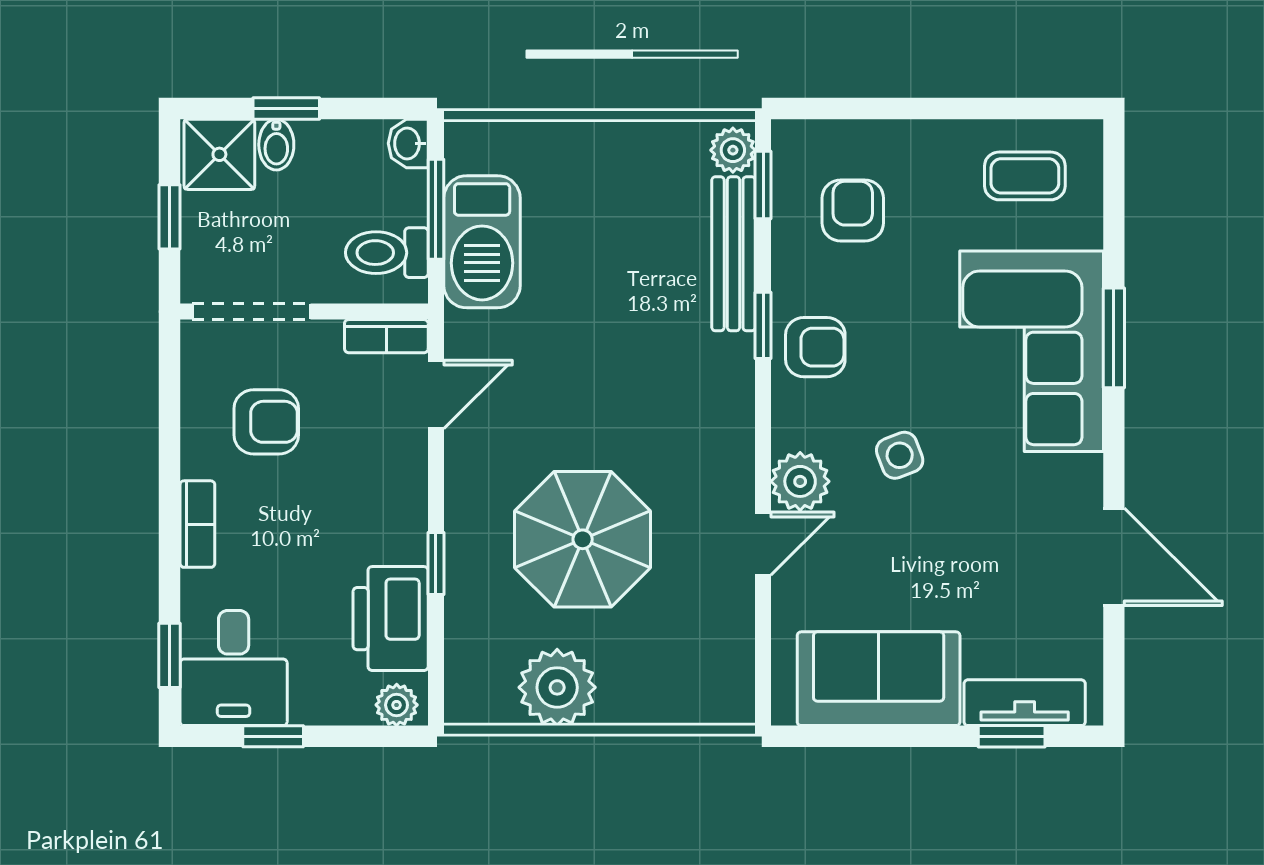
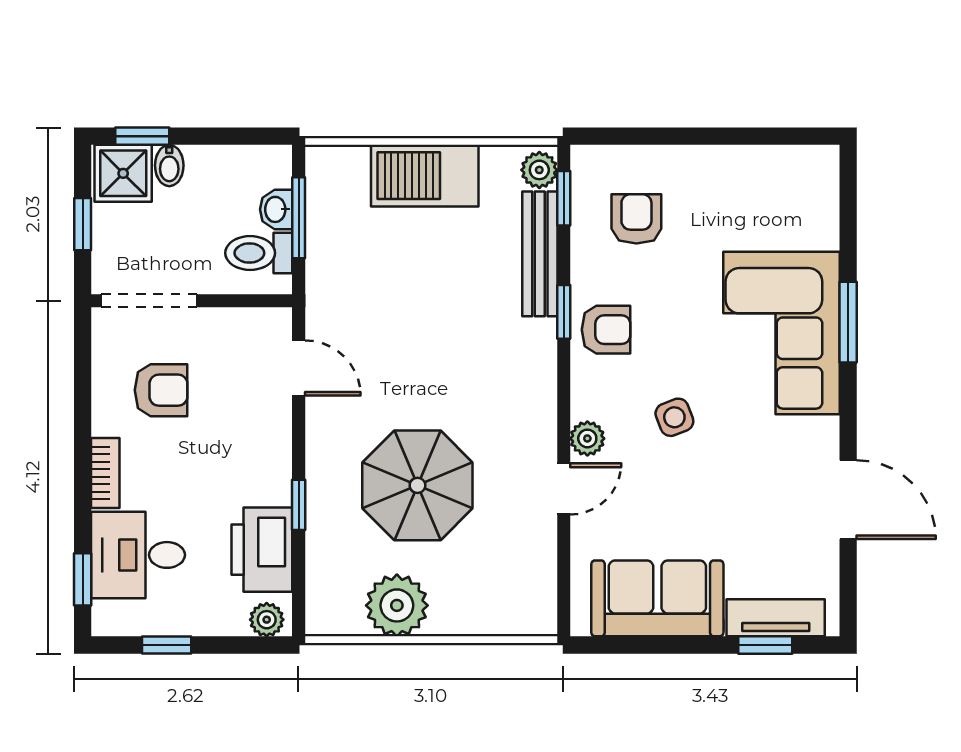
window: (286, 108) -> (142, 136), moved
washbasin: (408, 143) -> (276, 209), moved
coffee table: (1025, 176) -> (776, 191), removed
barbecue: (482, 242) -> (425, 176), moved, turned 90
bookcase: (386, 336) -> (258, 321), removed
door: (436, 394) -> (299, 368), hinge flipped
plant: (800, 481) -> (587, 438), width x0.73, depth x0.73
desk: (234, 668) -> (138, 555), moved, turned 90

